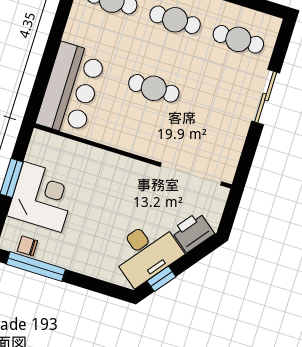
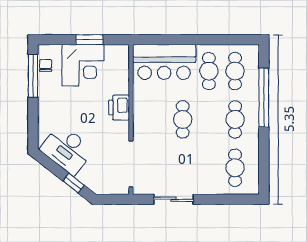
cafe table: (101, 34) -> (209, 71), added
sliding door: (266, 97) -> (173, 199), moved
printer: (193, 232) -> (119, 108), moved, turned -128
window: (161, 279) -> (74, 183), moved

